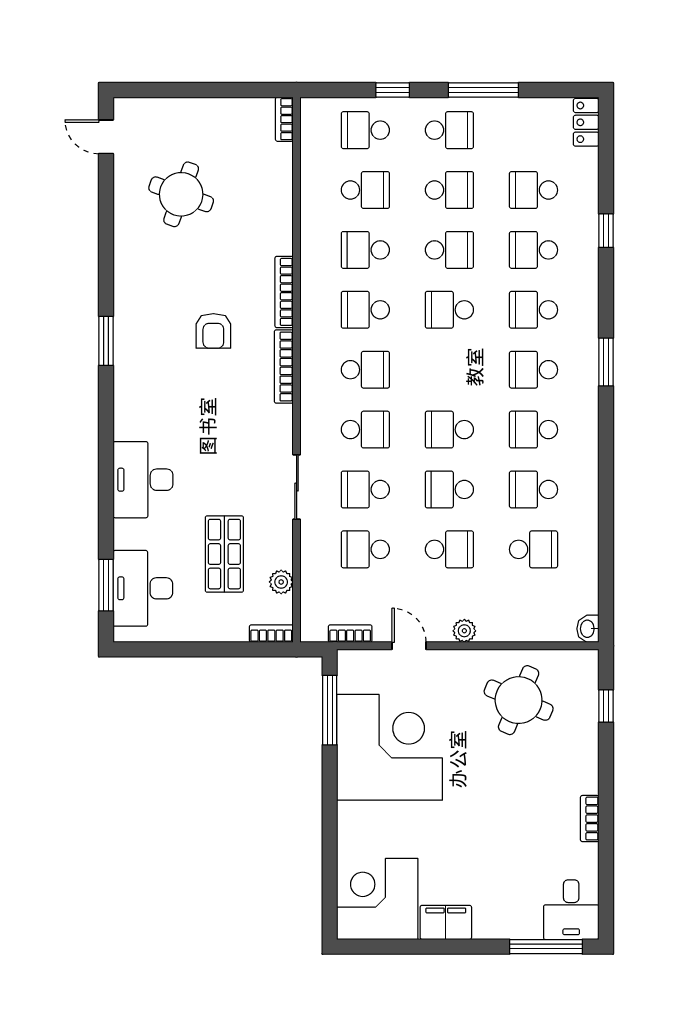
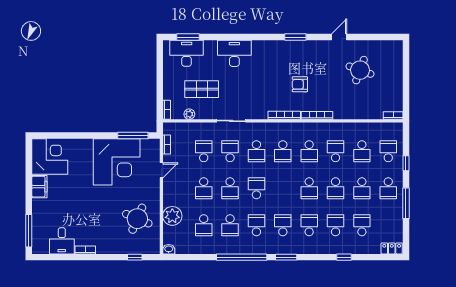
door: (106, 137) -> (339, 37), moved
school desk: (365, 310) -> (309, 151), turned 180
school desk: (449, 310) -> (309, 188), turned 180
window: (606, 463) -> (242, 257), added
school desk: (449, 489) -> (230, 188), turned 180
school desk: (534, 489) -> (230, 225), turned 180
plant: (464, 631) -> (172, 216), moved, width x1.87, depth x1.87
desk: (571, 910) -> (62, 241), moved, turned -90

